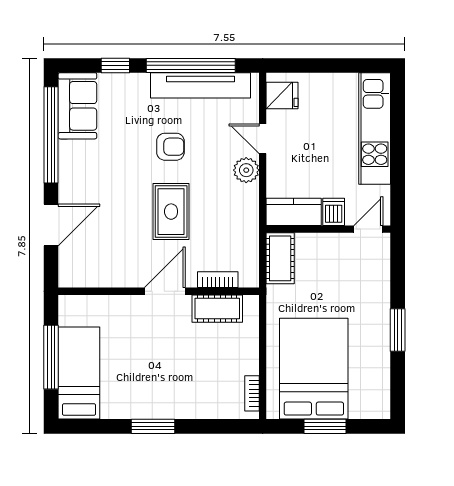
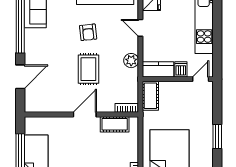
armchair: (170, 147) -> (88, 32), turned 84
plant: (246, 170) -> (131, 61), moved
bookcase: (218, 280) -> (127, 108), moved

